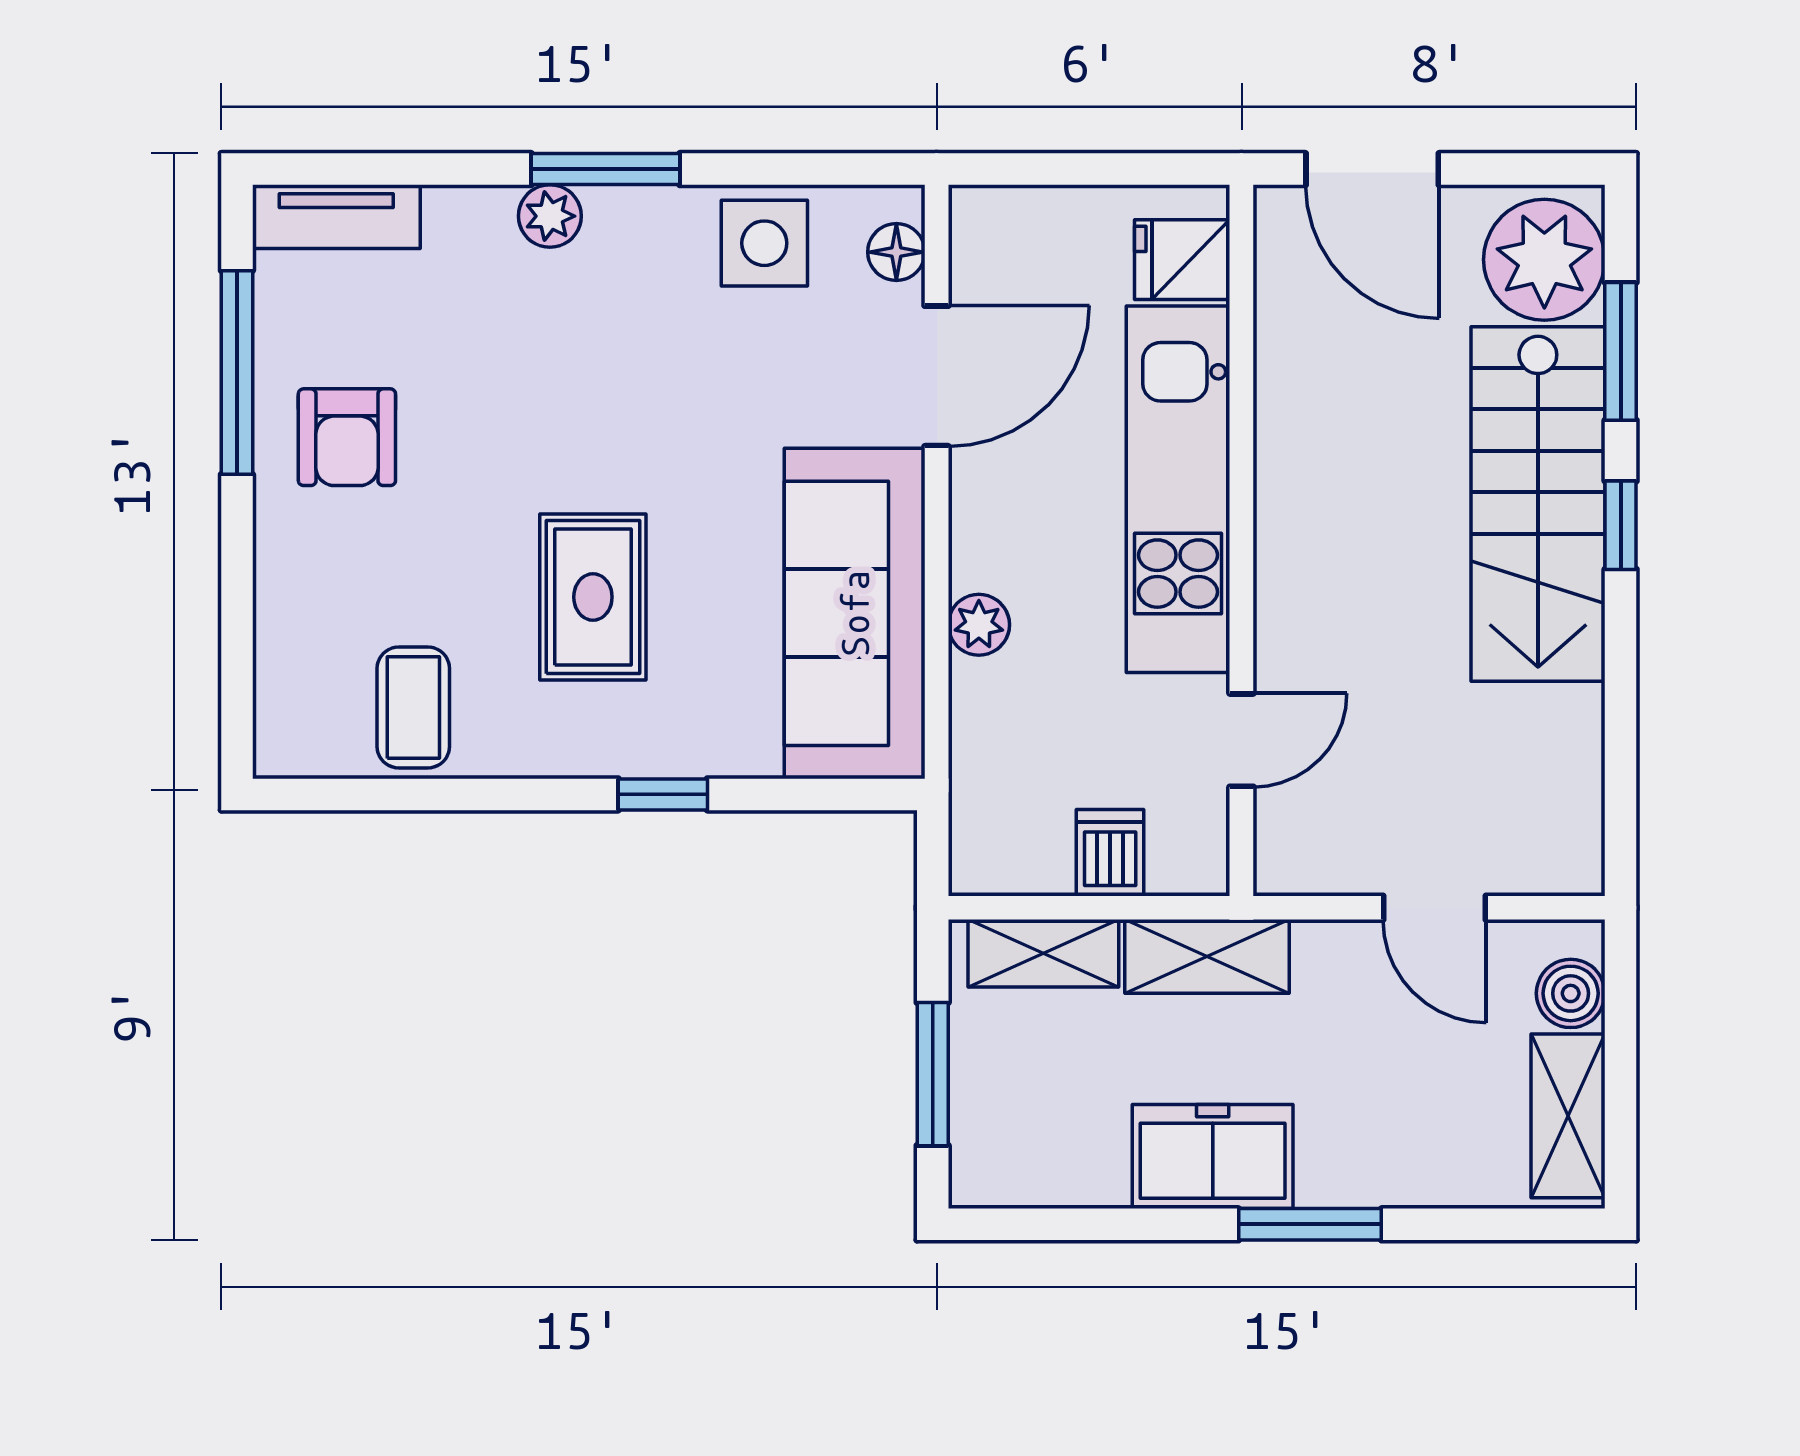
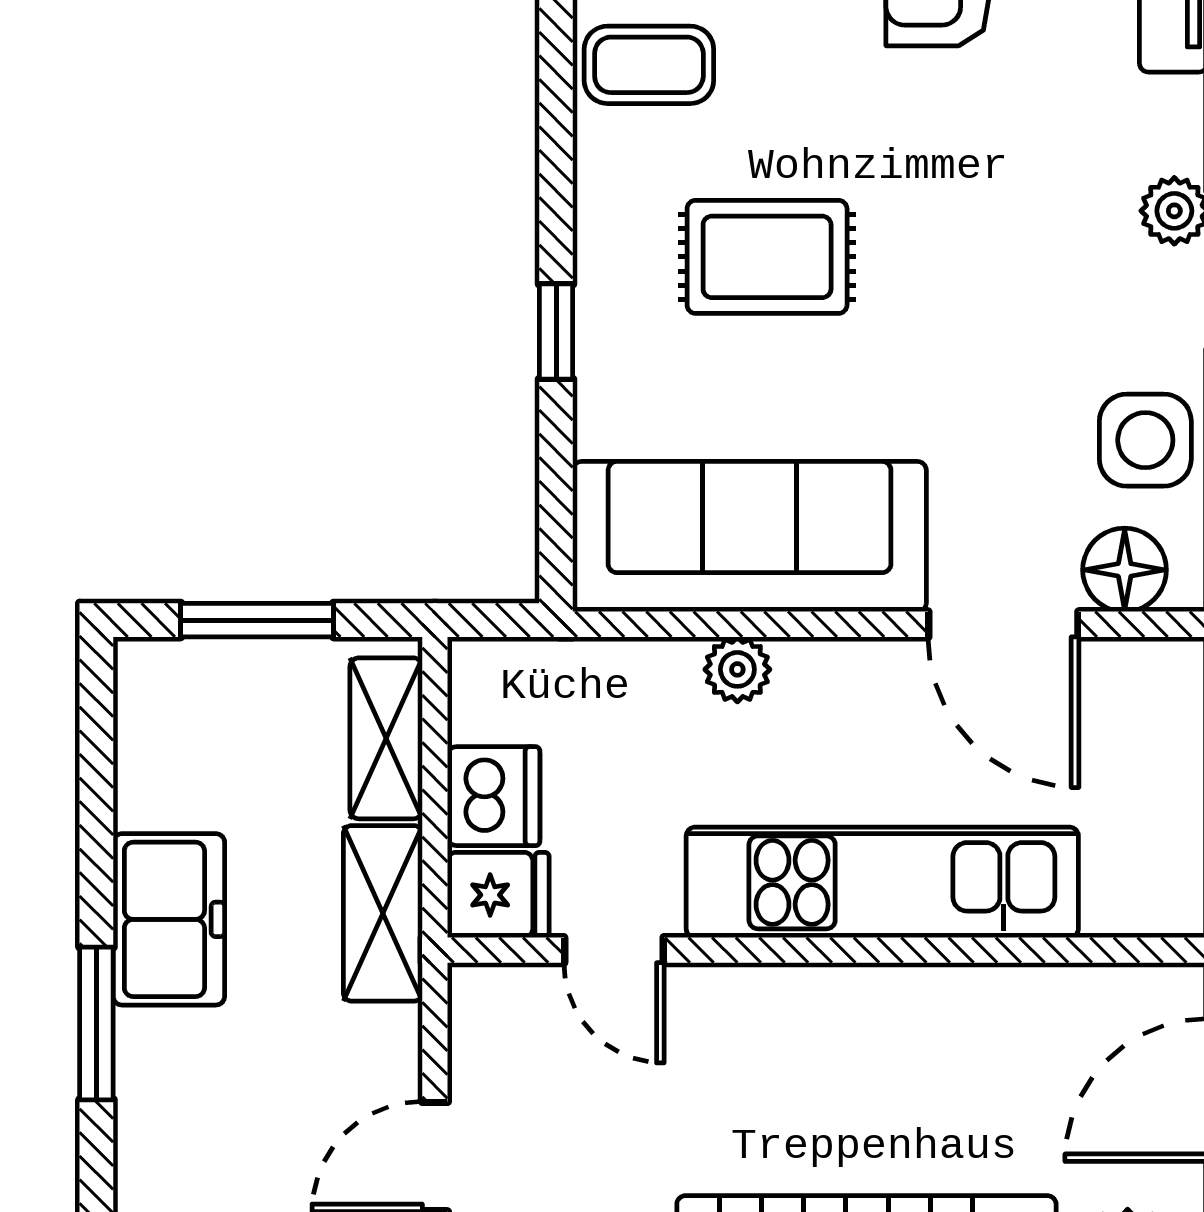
floor lamp: (896, 252) -> (1125, 570), width x1.37, depth x1.37
fridge: (1182, 260) -> (498, 895), moved, turned 90
dishwasher: (1110, 853) -> (494, 796), width x1.38

